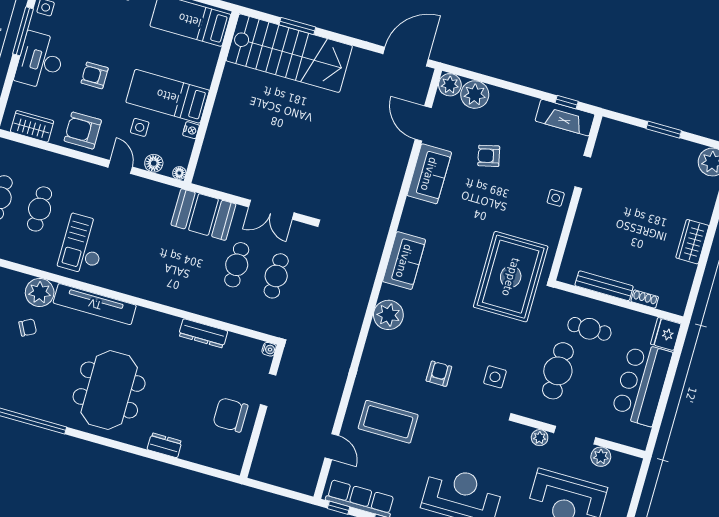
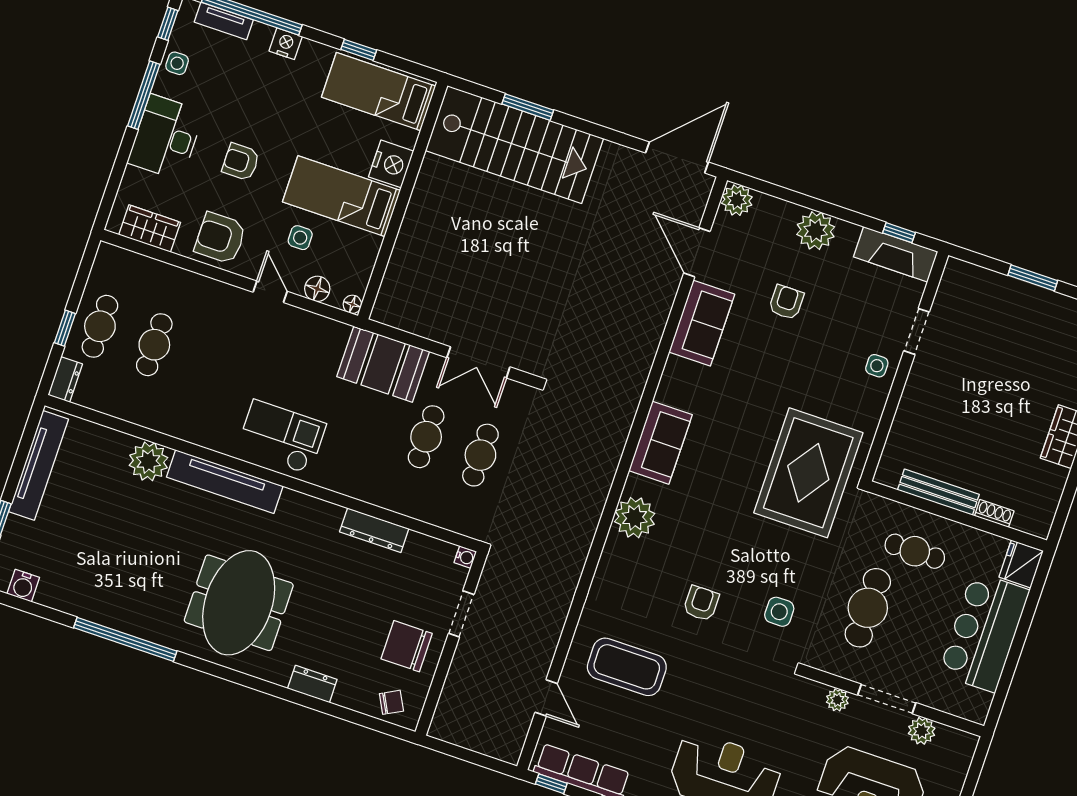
plant: (475, 95) -> (816, 231), moved
nightstand: (191, 130) -> (391, 164), moved, width x1.89, depth x1.79
armchair: (489, 156) -> (786, 302), turned 103
checkout: (83, 245) -> (281, 437), moved, turned 90
chair: (28, 327) -> (391, 702), moved

